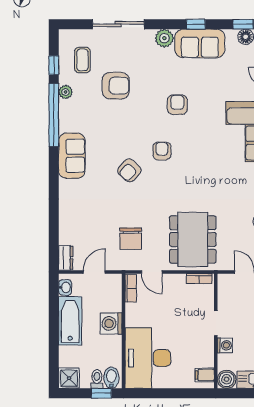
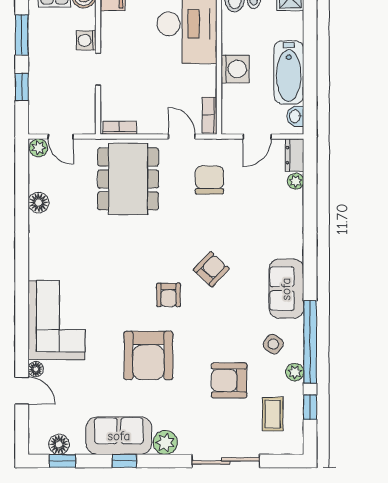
armchair: (177, 105) -> (148, 355), width x1.88, depth x1.88
side table: (82, 113) -> (273, 344), added
plant: (65, 238) -> (296, 181), added

